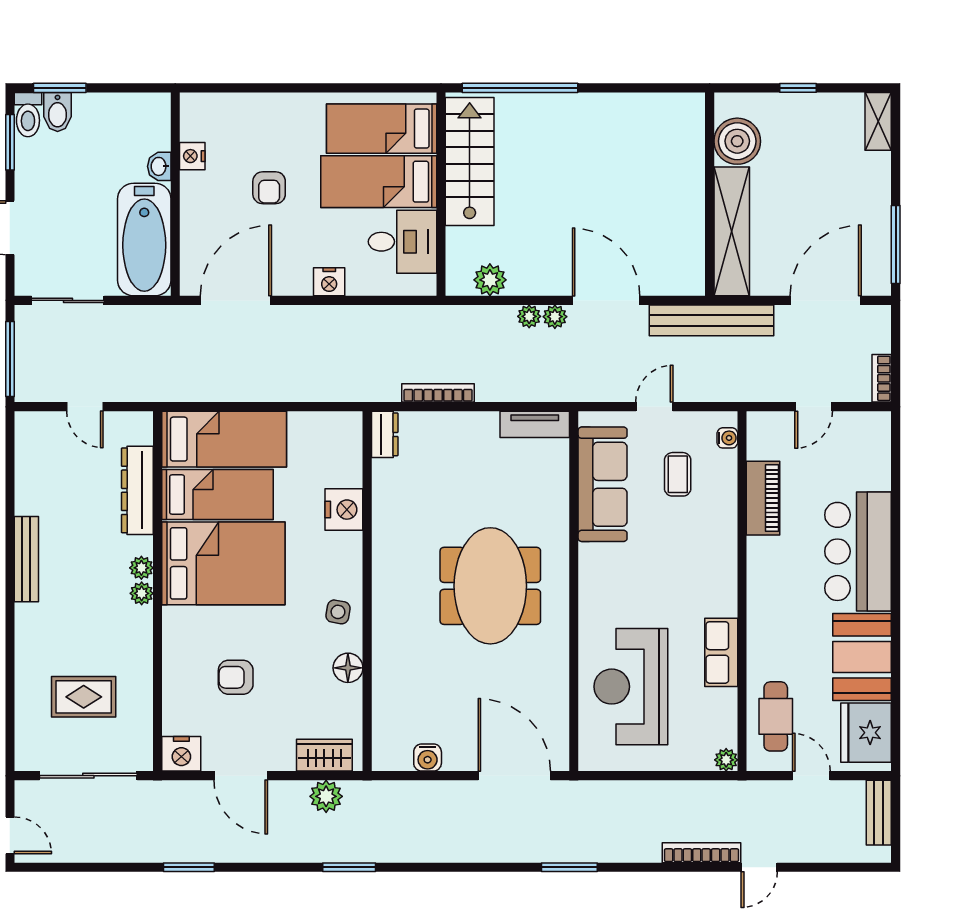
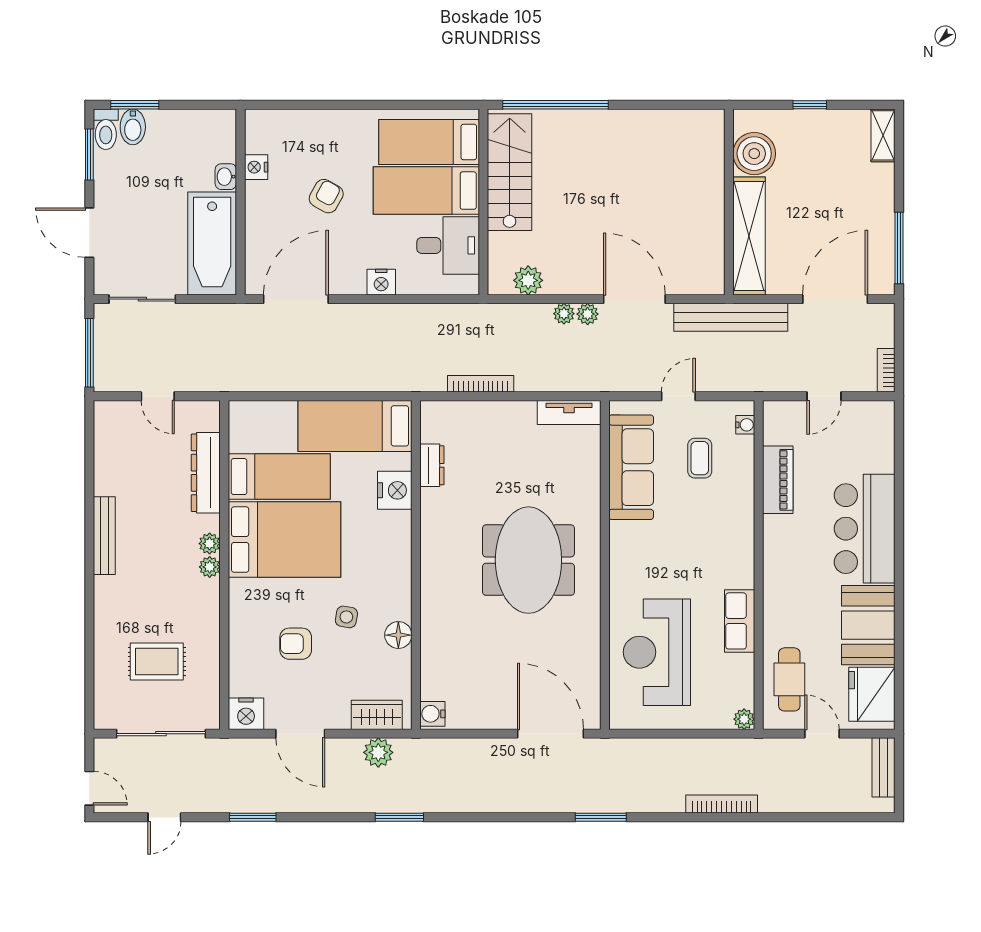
armchair: (269, 188) -> (326, 196), turned -151
dresser: (385, 434) -> (432, 465), moved
bed: (224, 439) -> (355, 426), moved, turned 180
side table: (338, 612) -> (346, 617), moved
water cooler: (428, 758) -> (432, 714), moved, turned 90
door: (759, 867) -> (164, 817), moved

